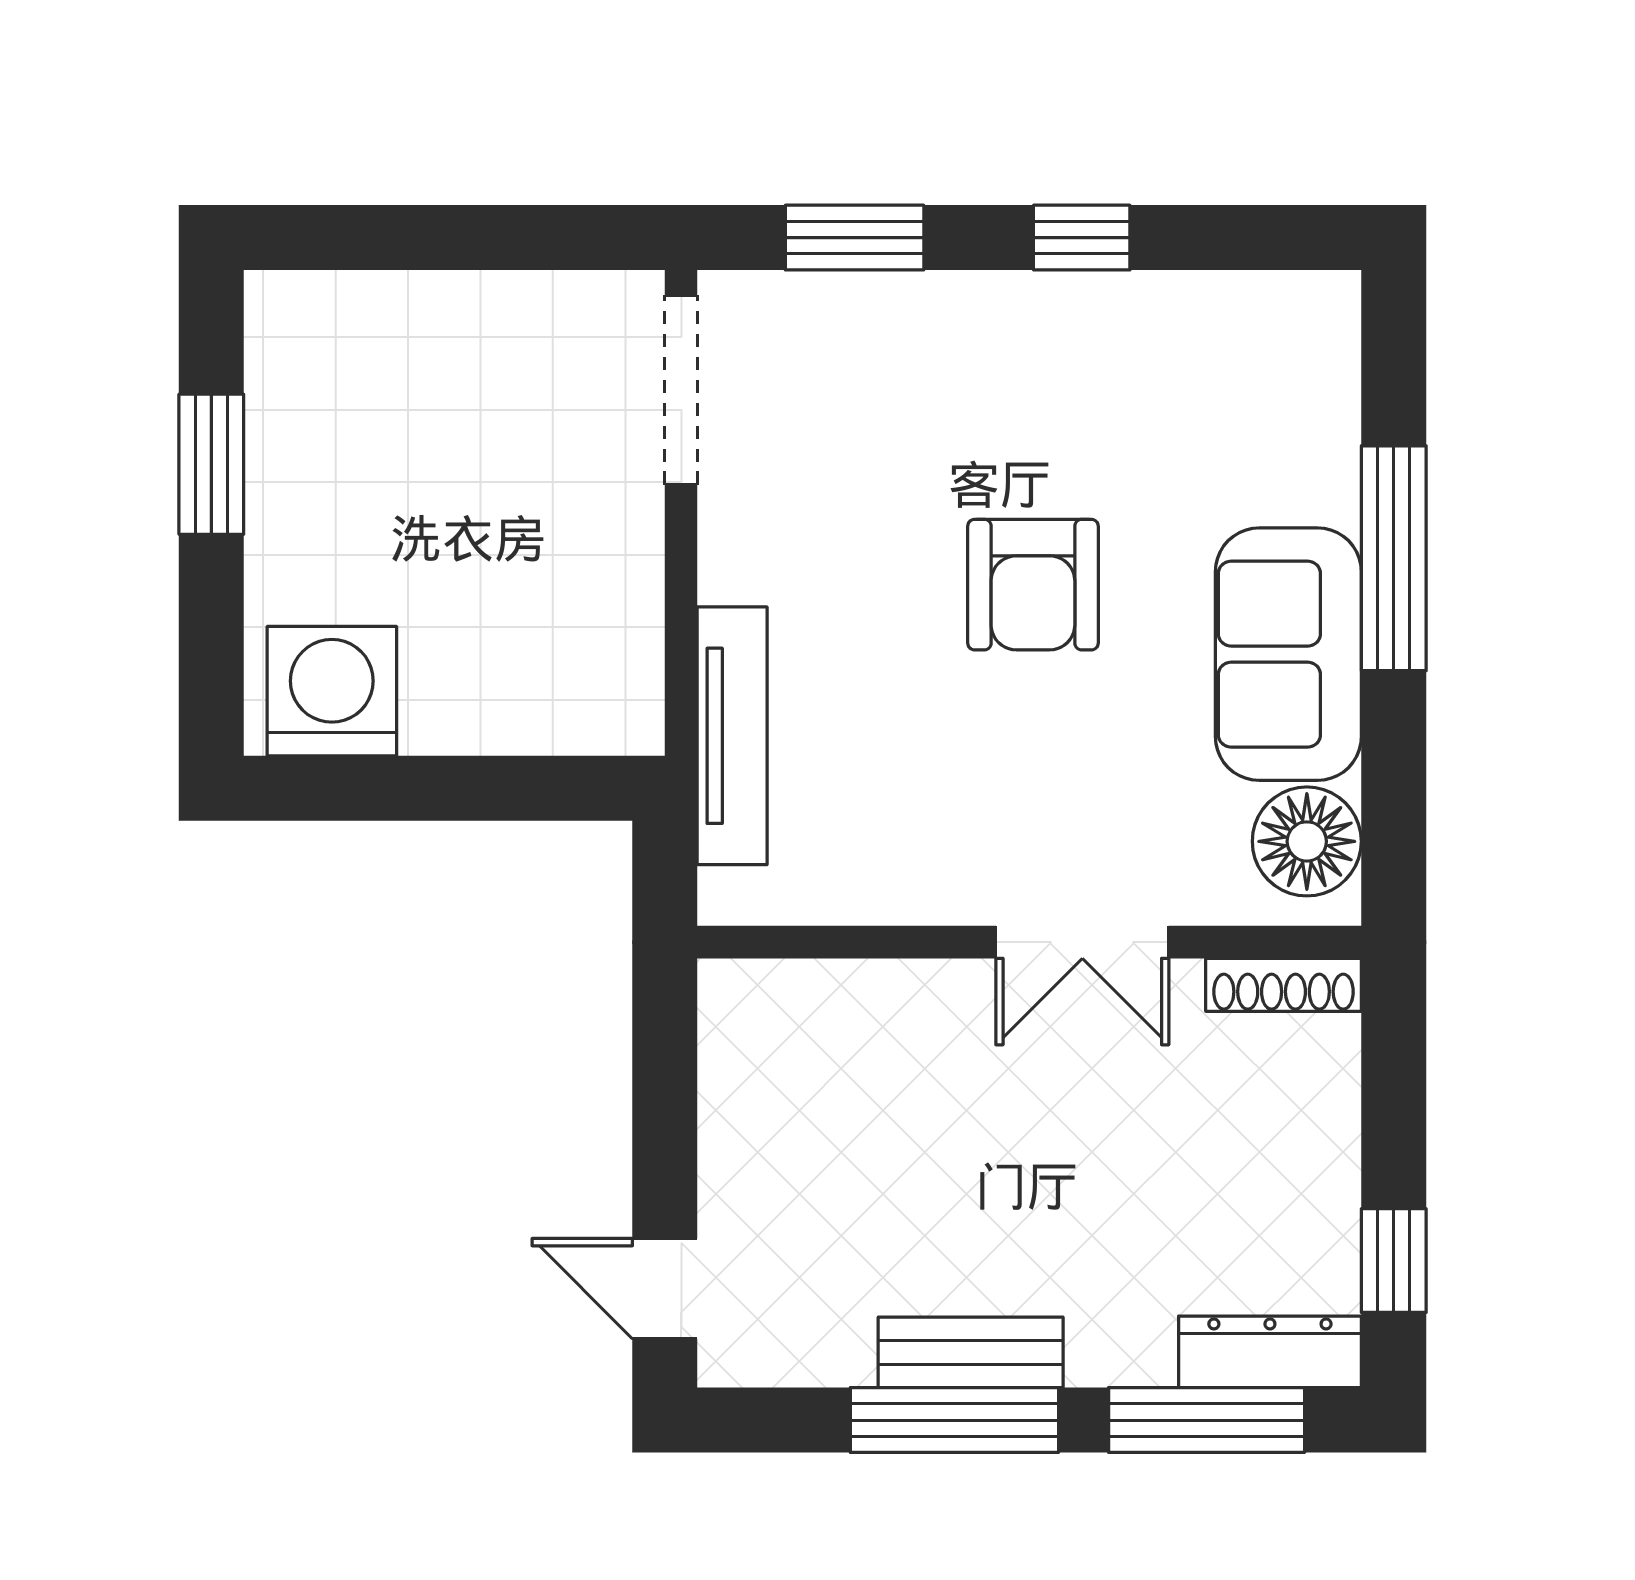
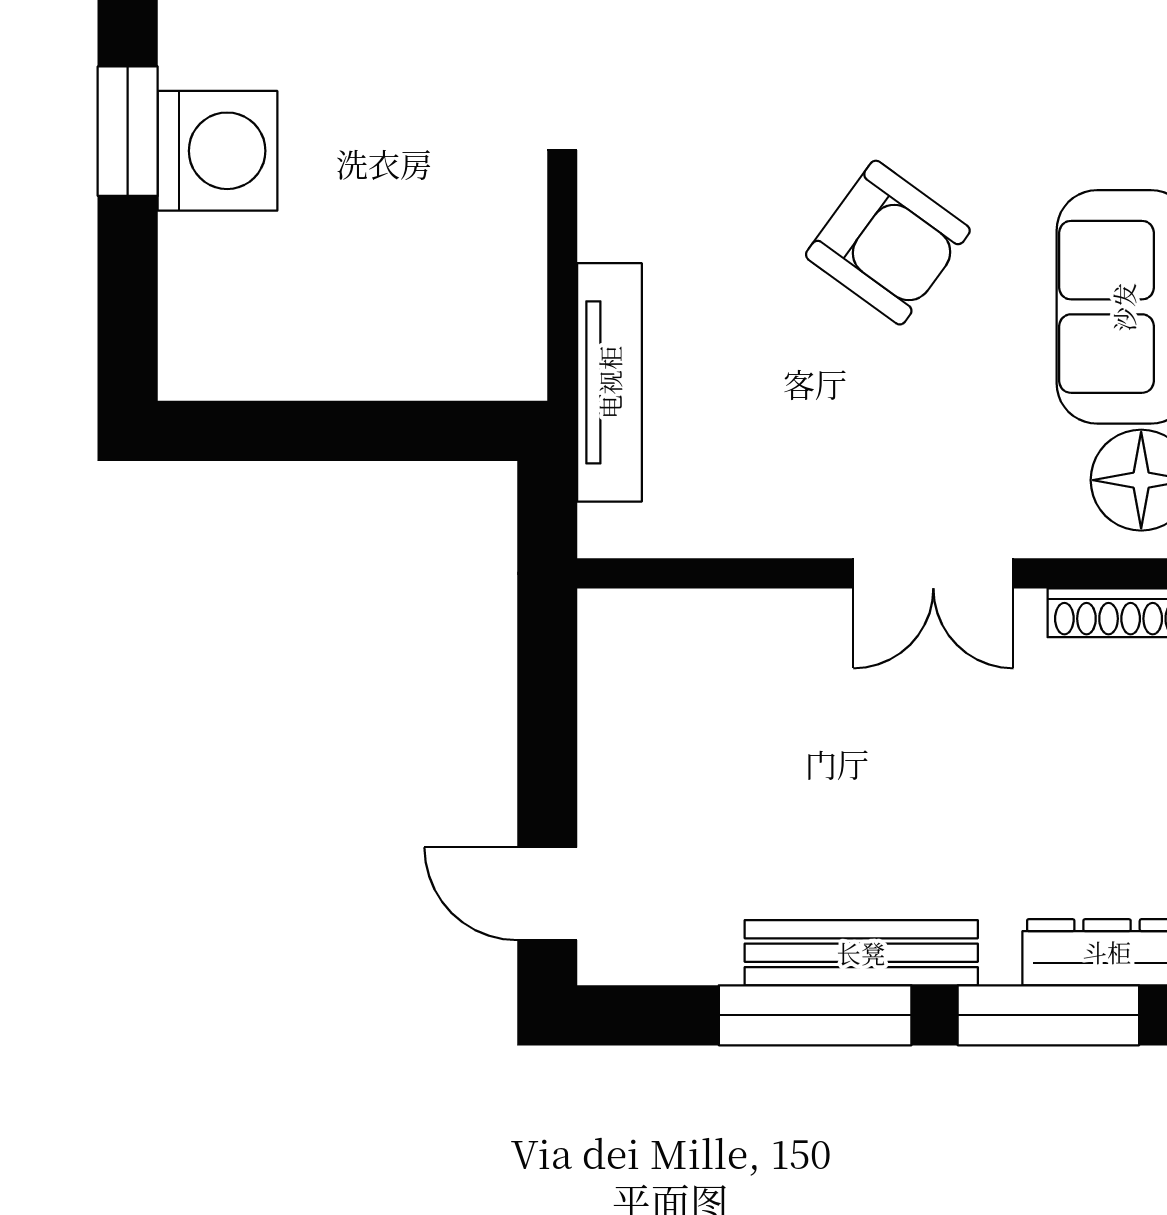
armchair: (1033, 585) -> (888, 243), turned -54
washing machine: (332, 691) -> (218, 151), moved, turned 90
bench: (971, 1352) -> (861, 953), width x1.36

